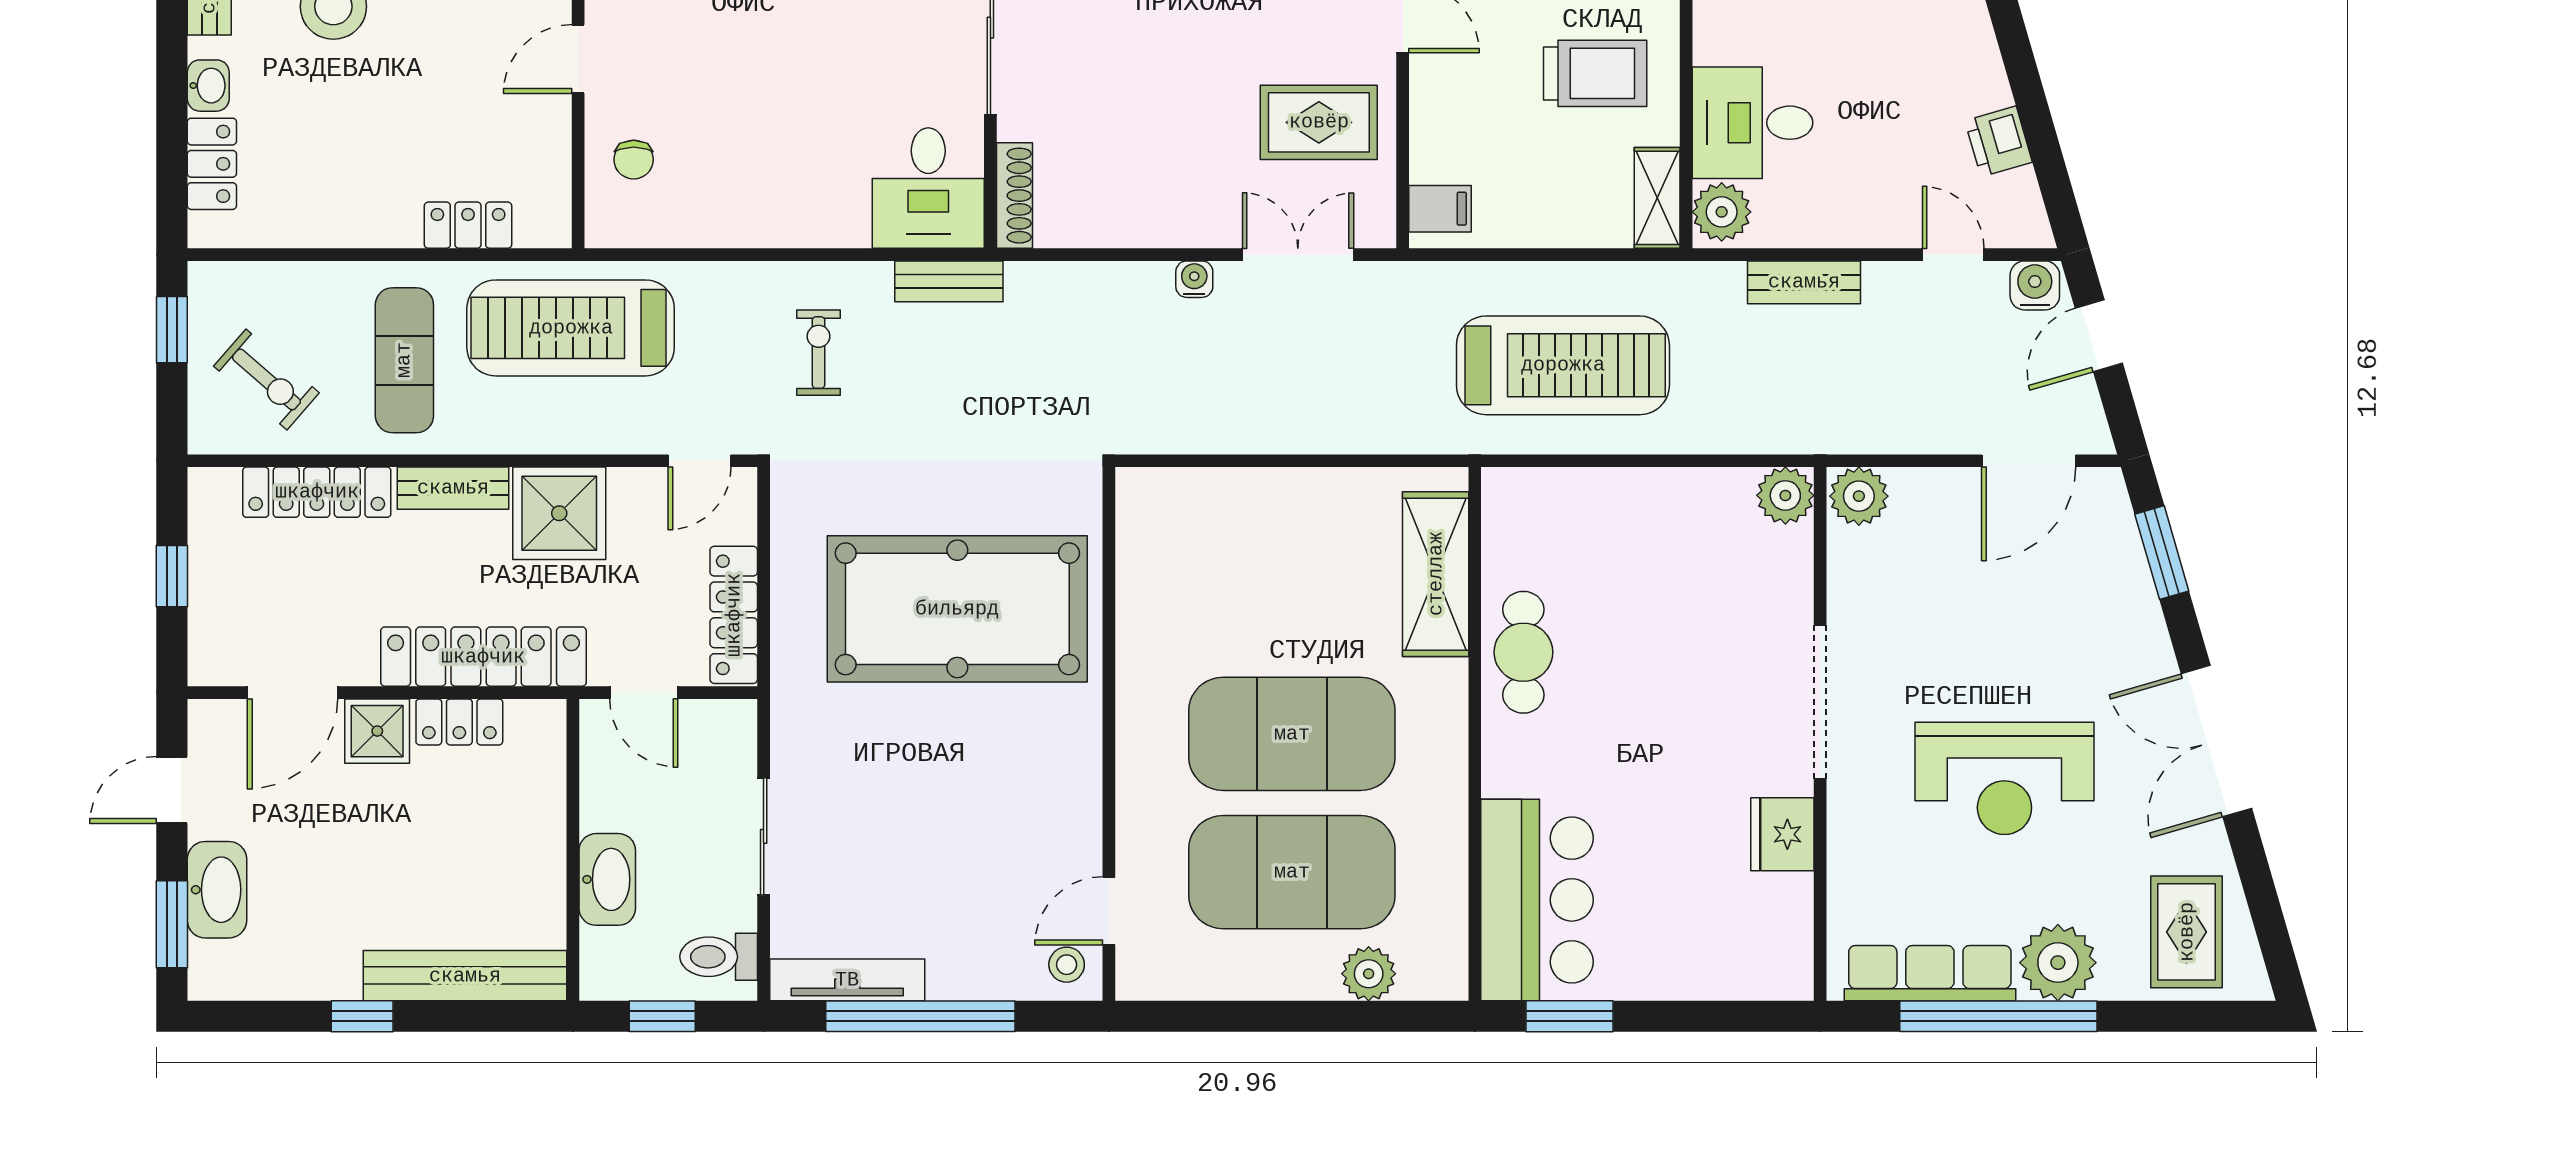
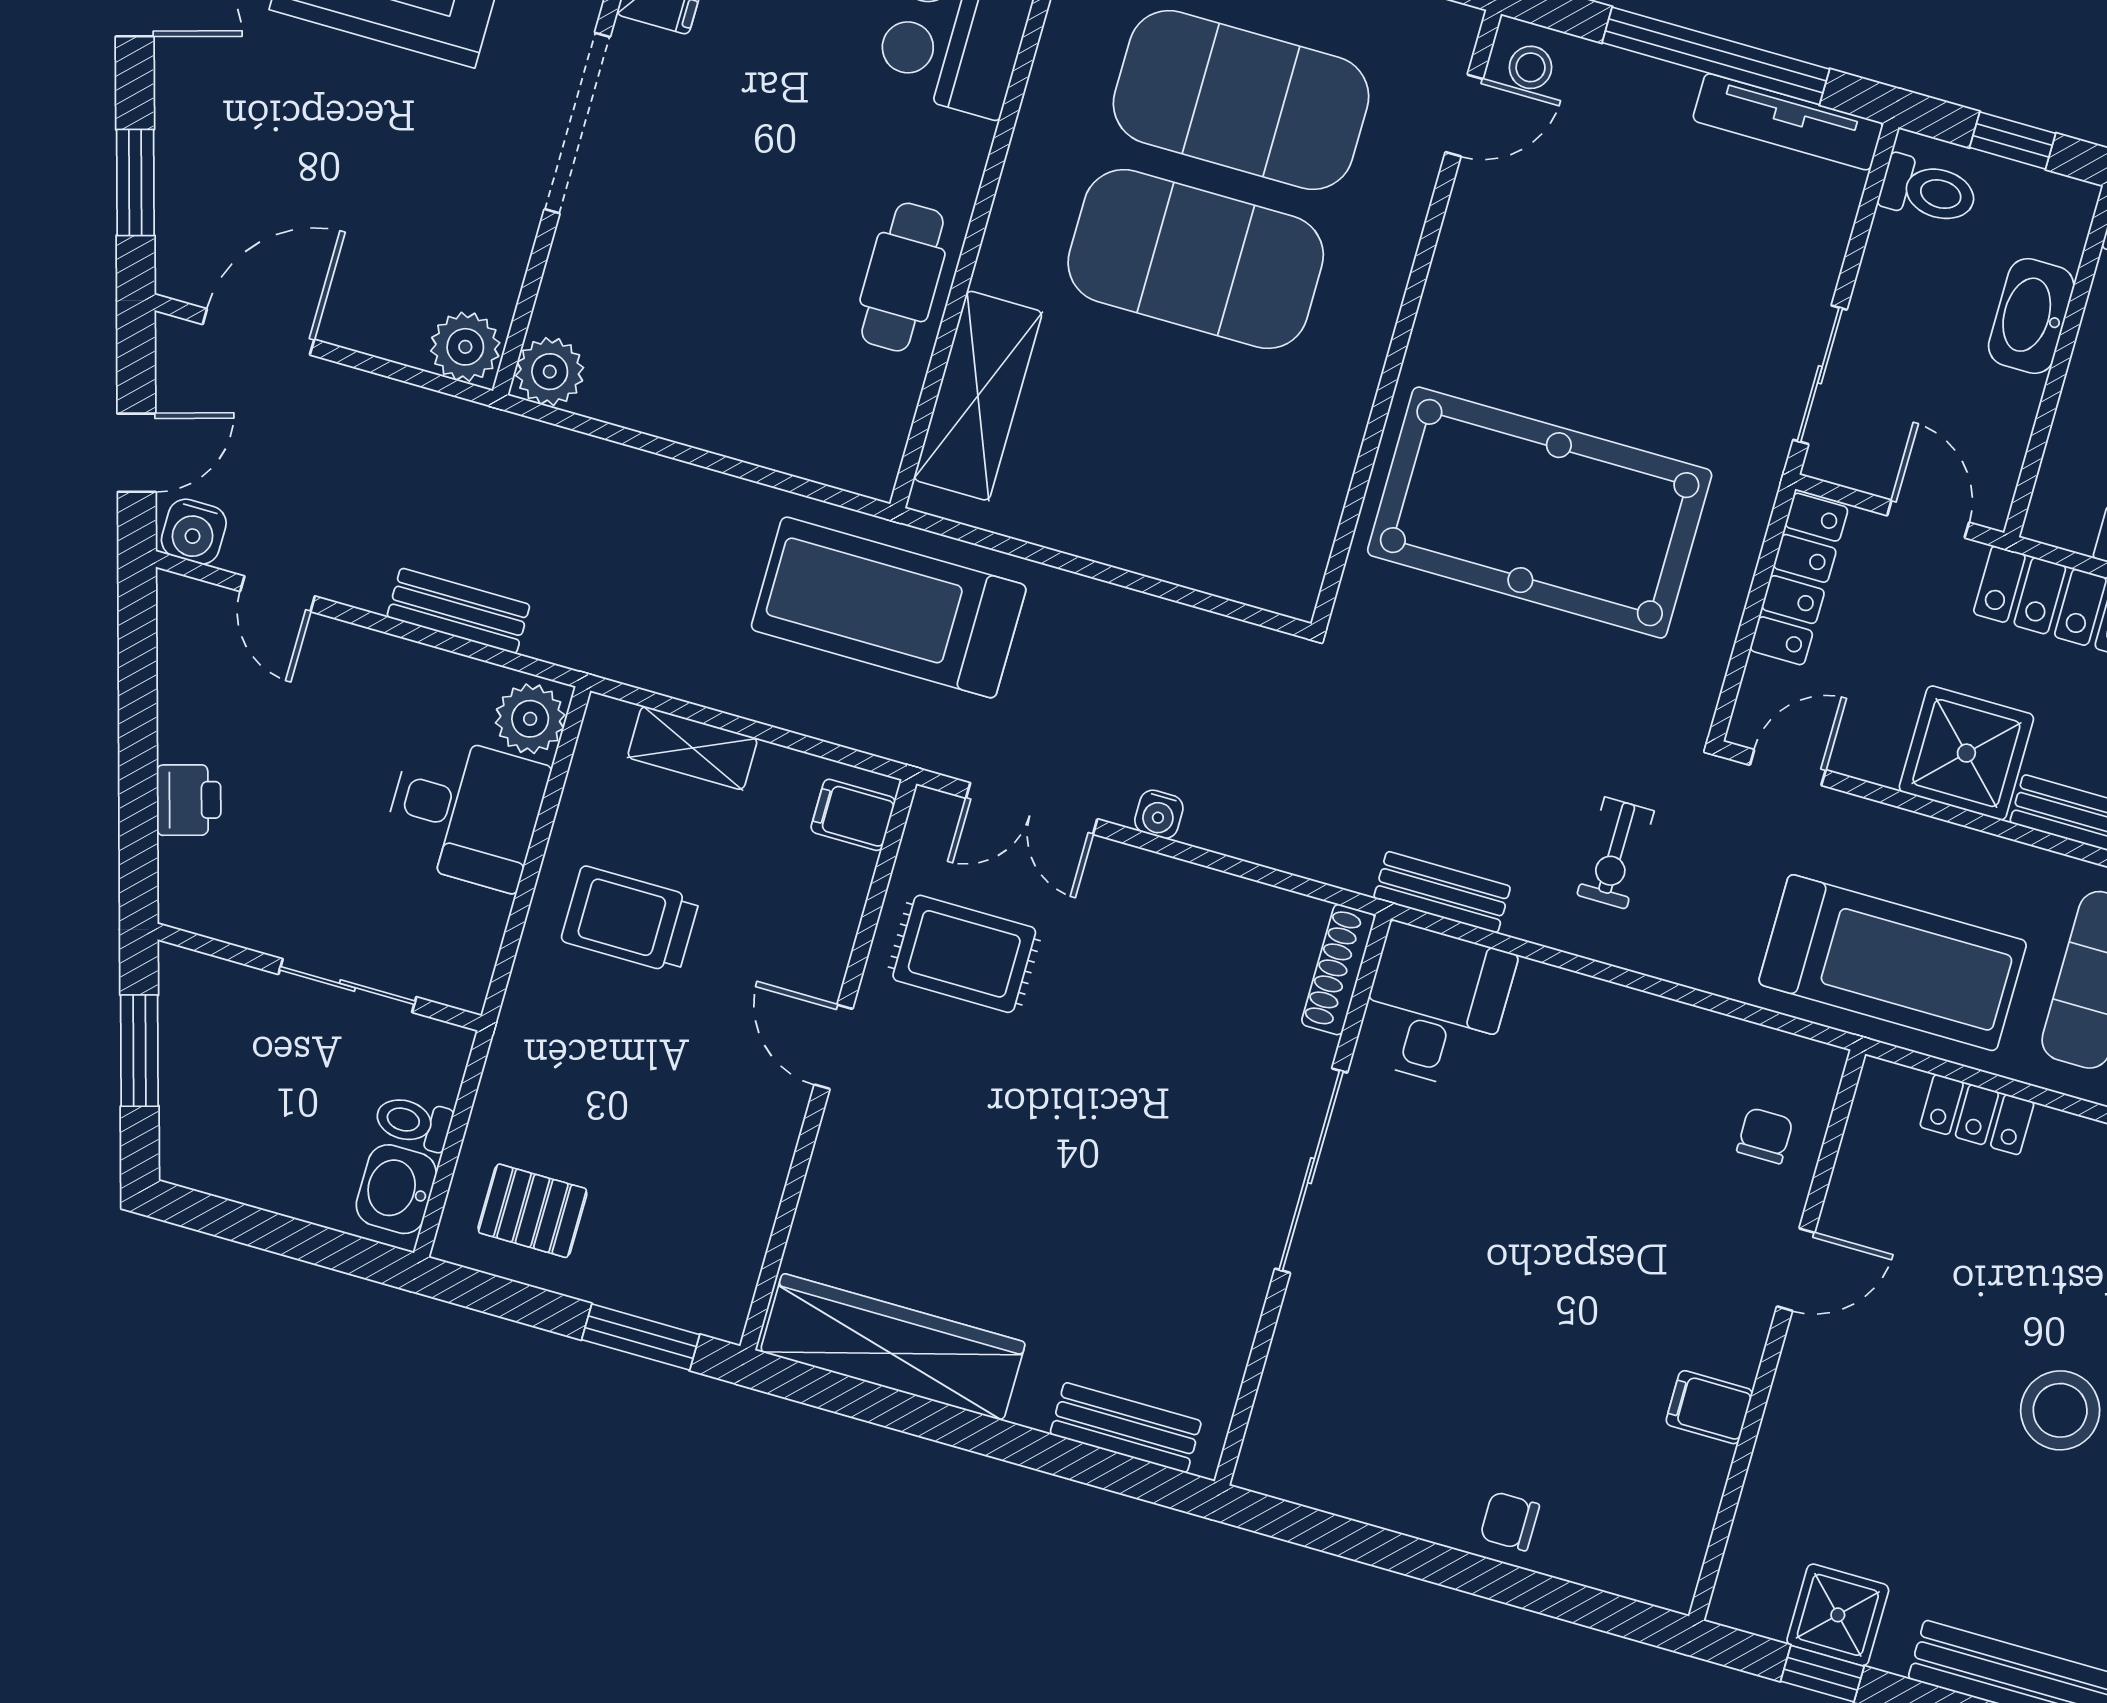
printer: (1999, 141) -> (189, 800), moved
shelving: (1657, 198) -> (692, 748), moved, turned 90
treadmill: (1563, 365) -> (889, 607), moved
sliding door: (764, 836) -> (1820, 375), moved

